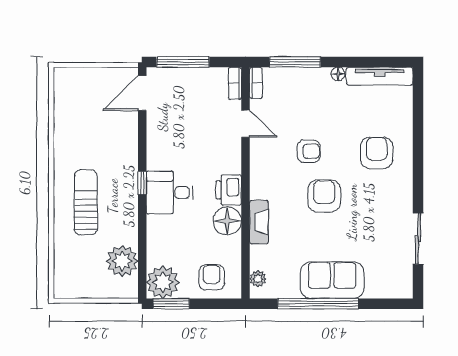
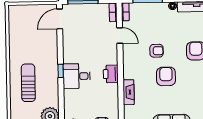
floor lamp: (227, 221) -> (110, 92), removed

